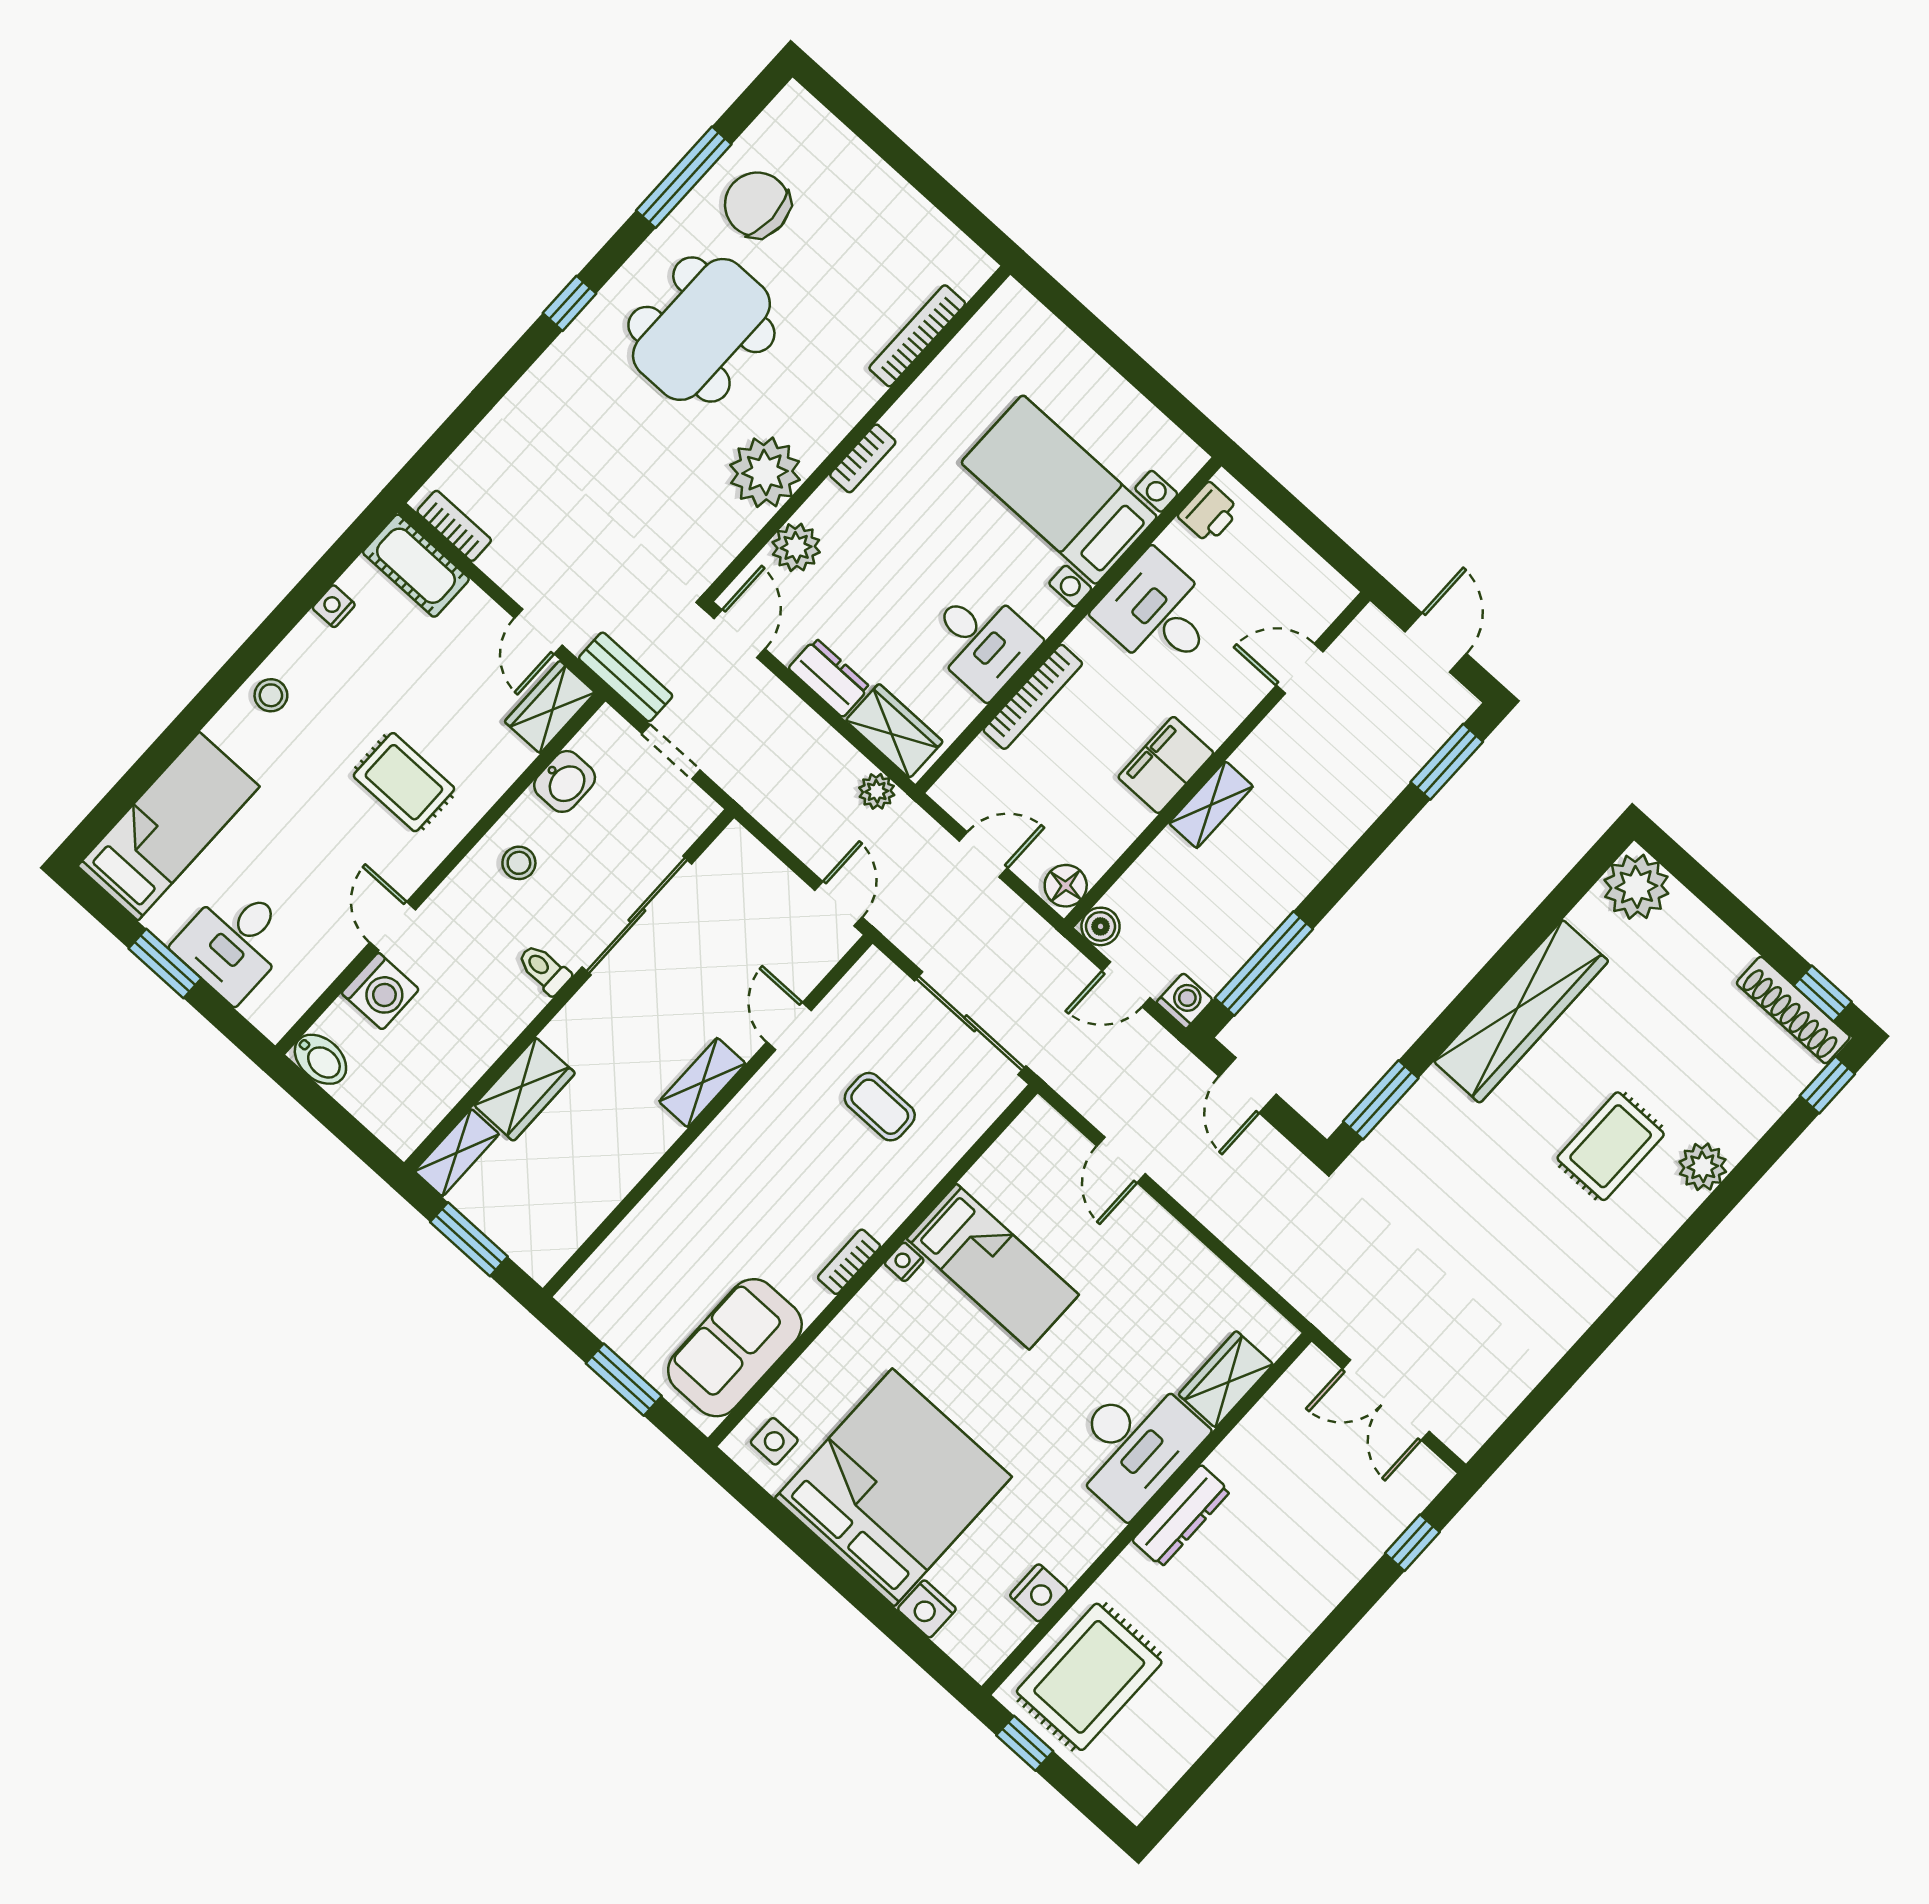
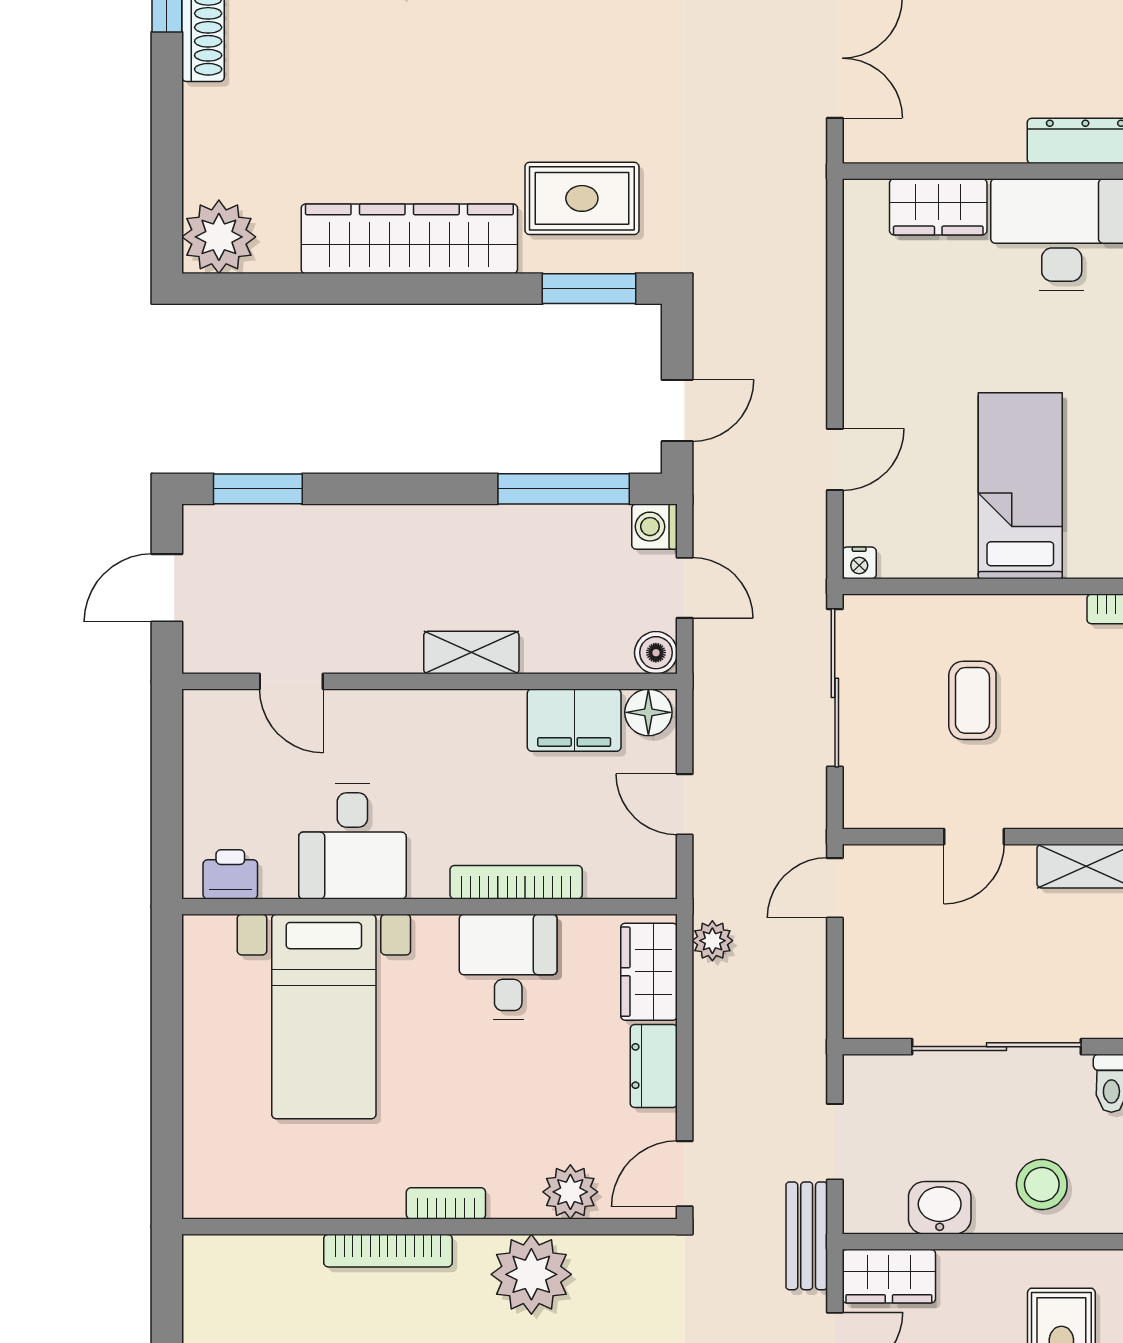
bookcase: (917, 336) -> (388, 1251), moved
filing cabinet: (1166, 765) -> (574, 720), moved
stool: (519, 863) -> (1042, 1184), width x1.37, depth x1.37
rug: (1611, 1146) -> (582, 198), moved
nightstand: (904, 1262) -> (859, 563), moved

